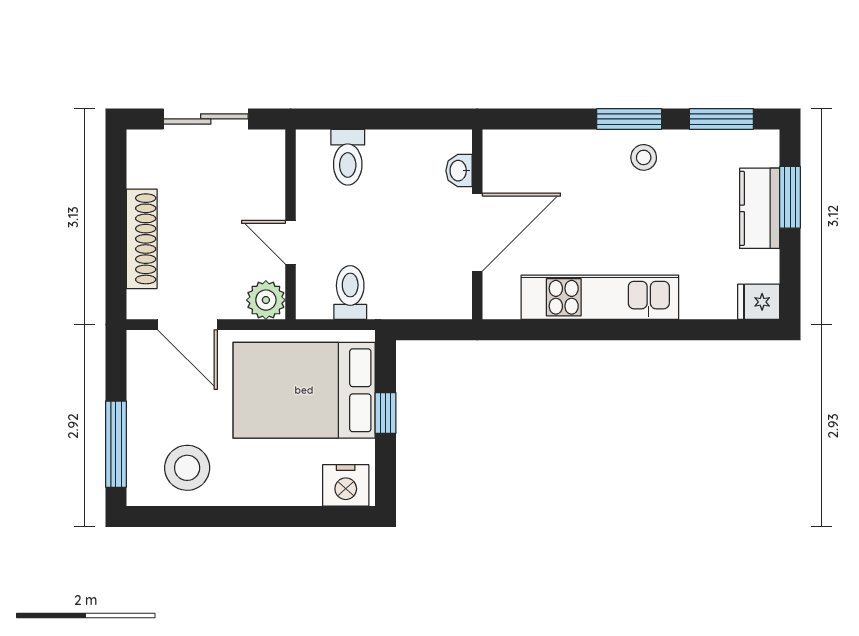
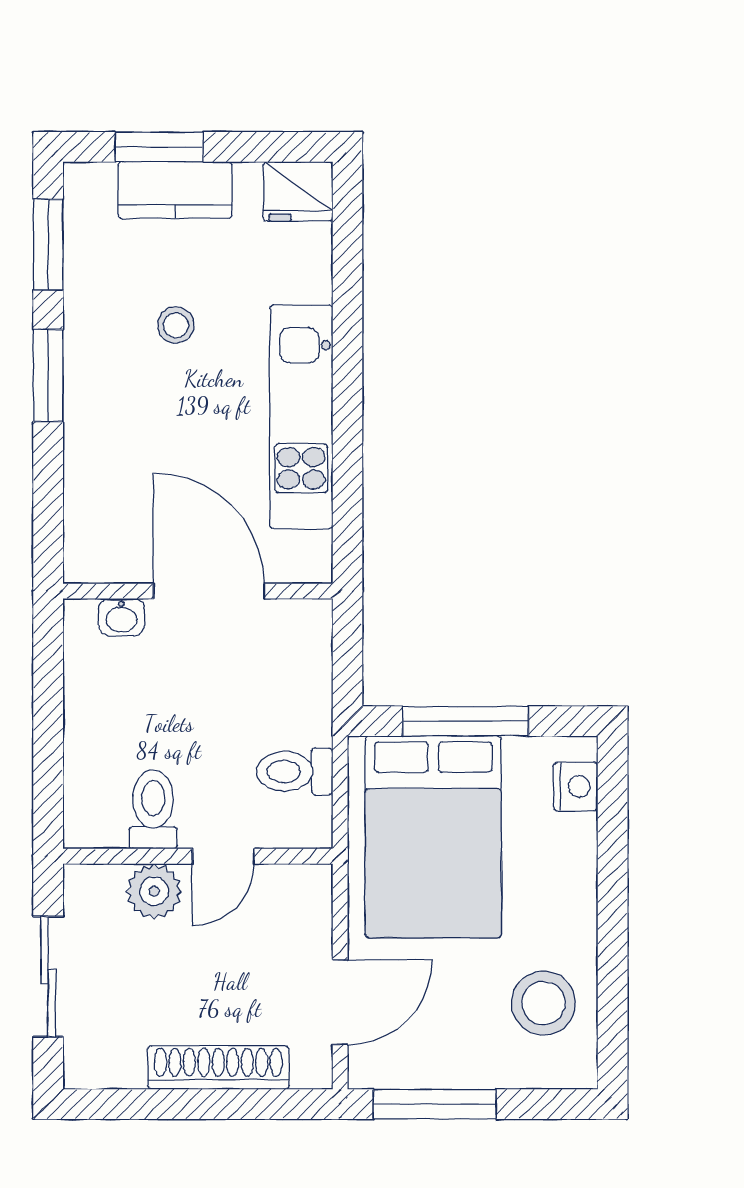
toilet: (348, 157) -> (153, 809), moved, turned -90
stool: (644, 157) -> (176, 325), moved
plant: (266, 300) -> (154, 891), moved
fridge: (759, 302) -> (298, 191), width x1.38
window: (386, 413) -> (466, 721), width x2.17
window: (116, 444) -> (435, 1104), moved
nightstand: (346, 485) -> (576, 787), width x0.74, depth x0.75

